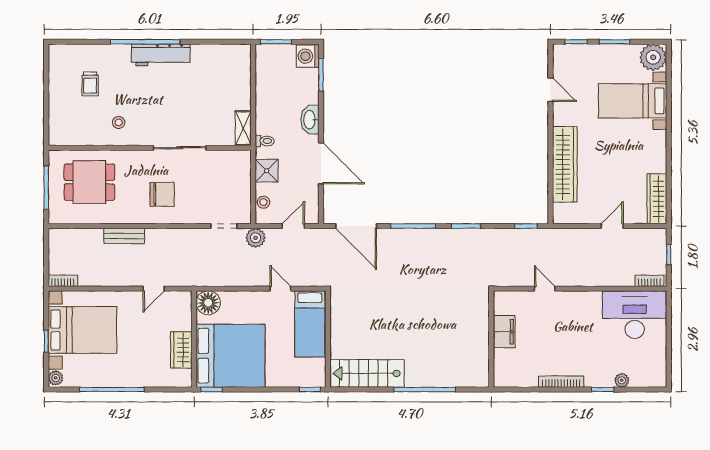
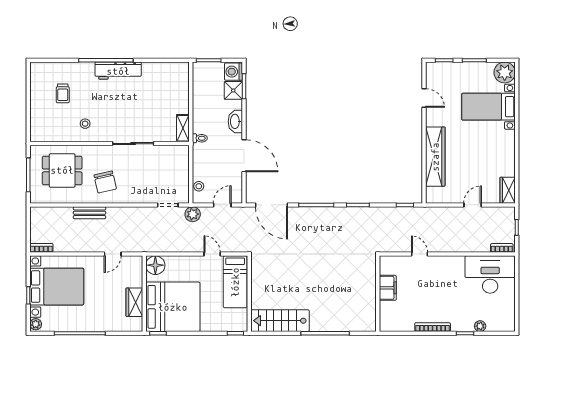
shower: (267, 171) -> (233, 90), moved
chair: (162, 194) -> (105, 182), moved, turned 77
wardrobe: (657, 199) -> (508, 190), width x0.67

